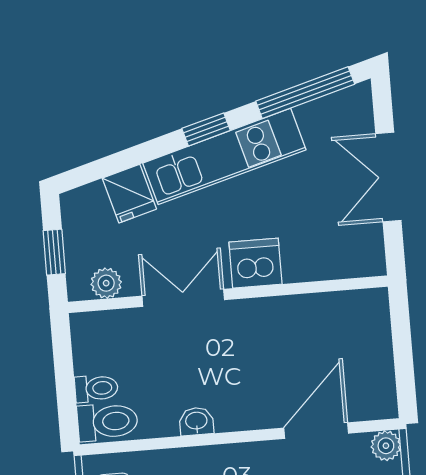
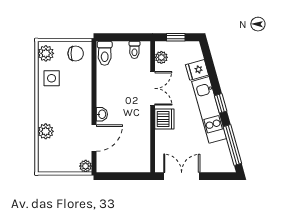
double door: (388, 177) -> (182, 176), moved
toilet: (96, 388) -> (134, 50), moved
washbasin: (196, 421) -> (102, 114), moved
door: (316, 431) -> (94, 138), hinge flipped

